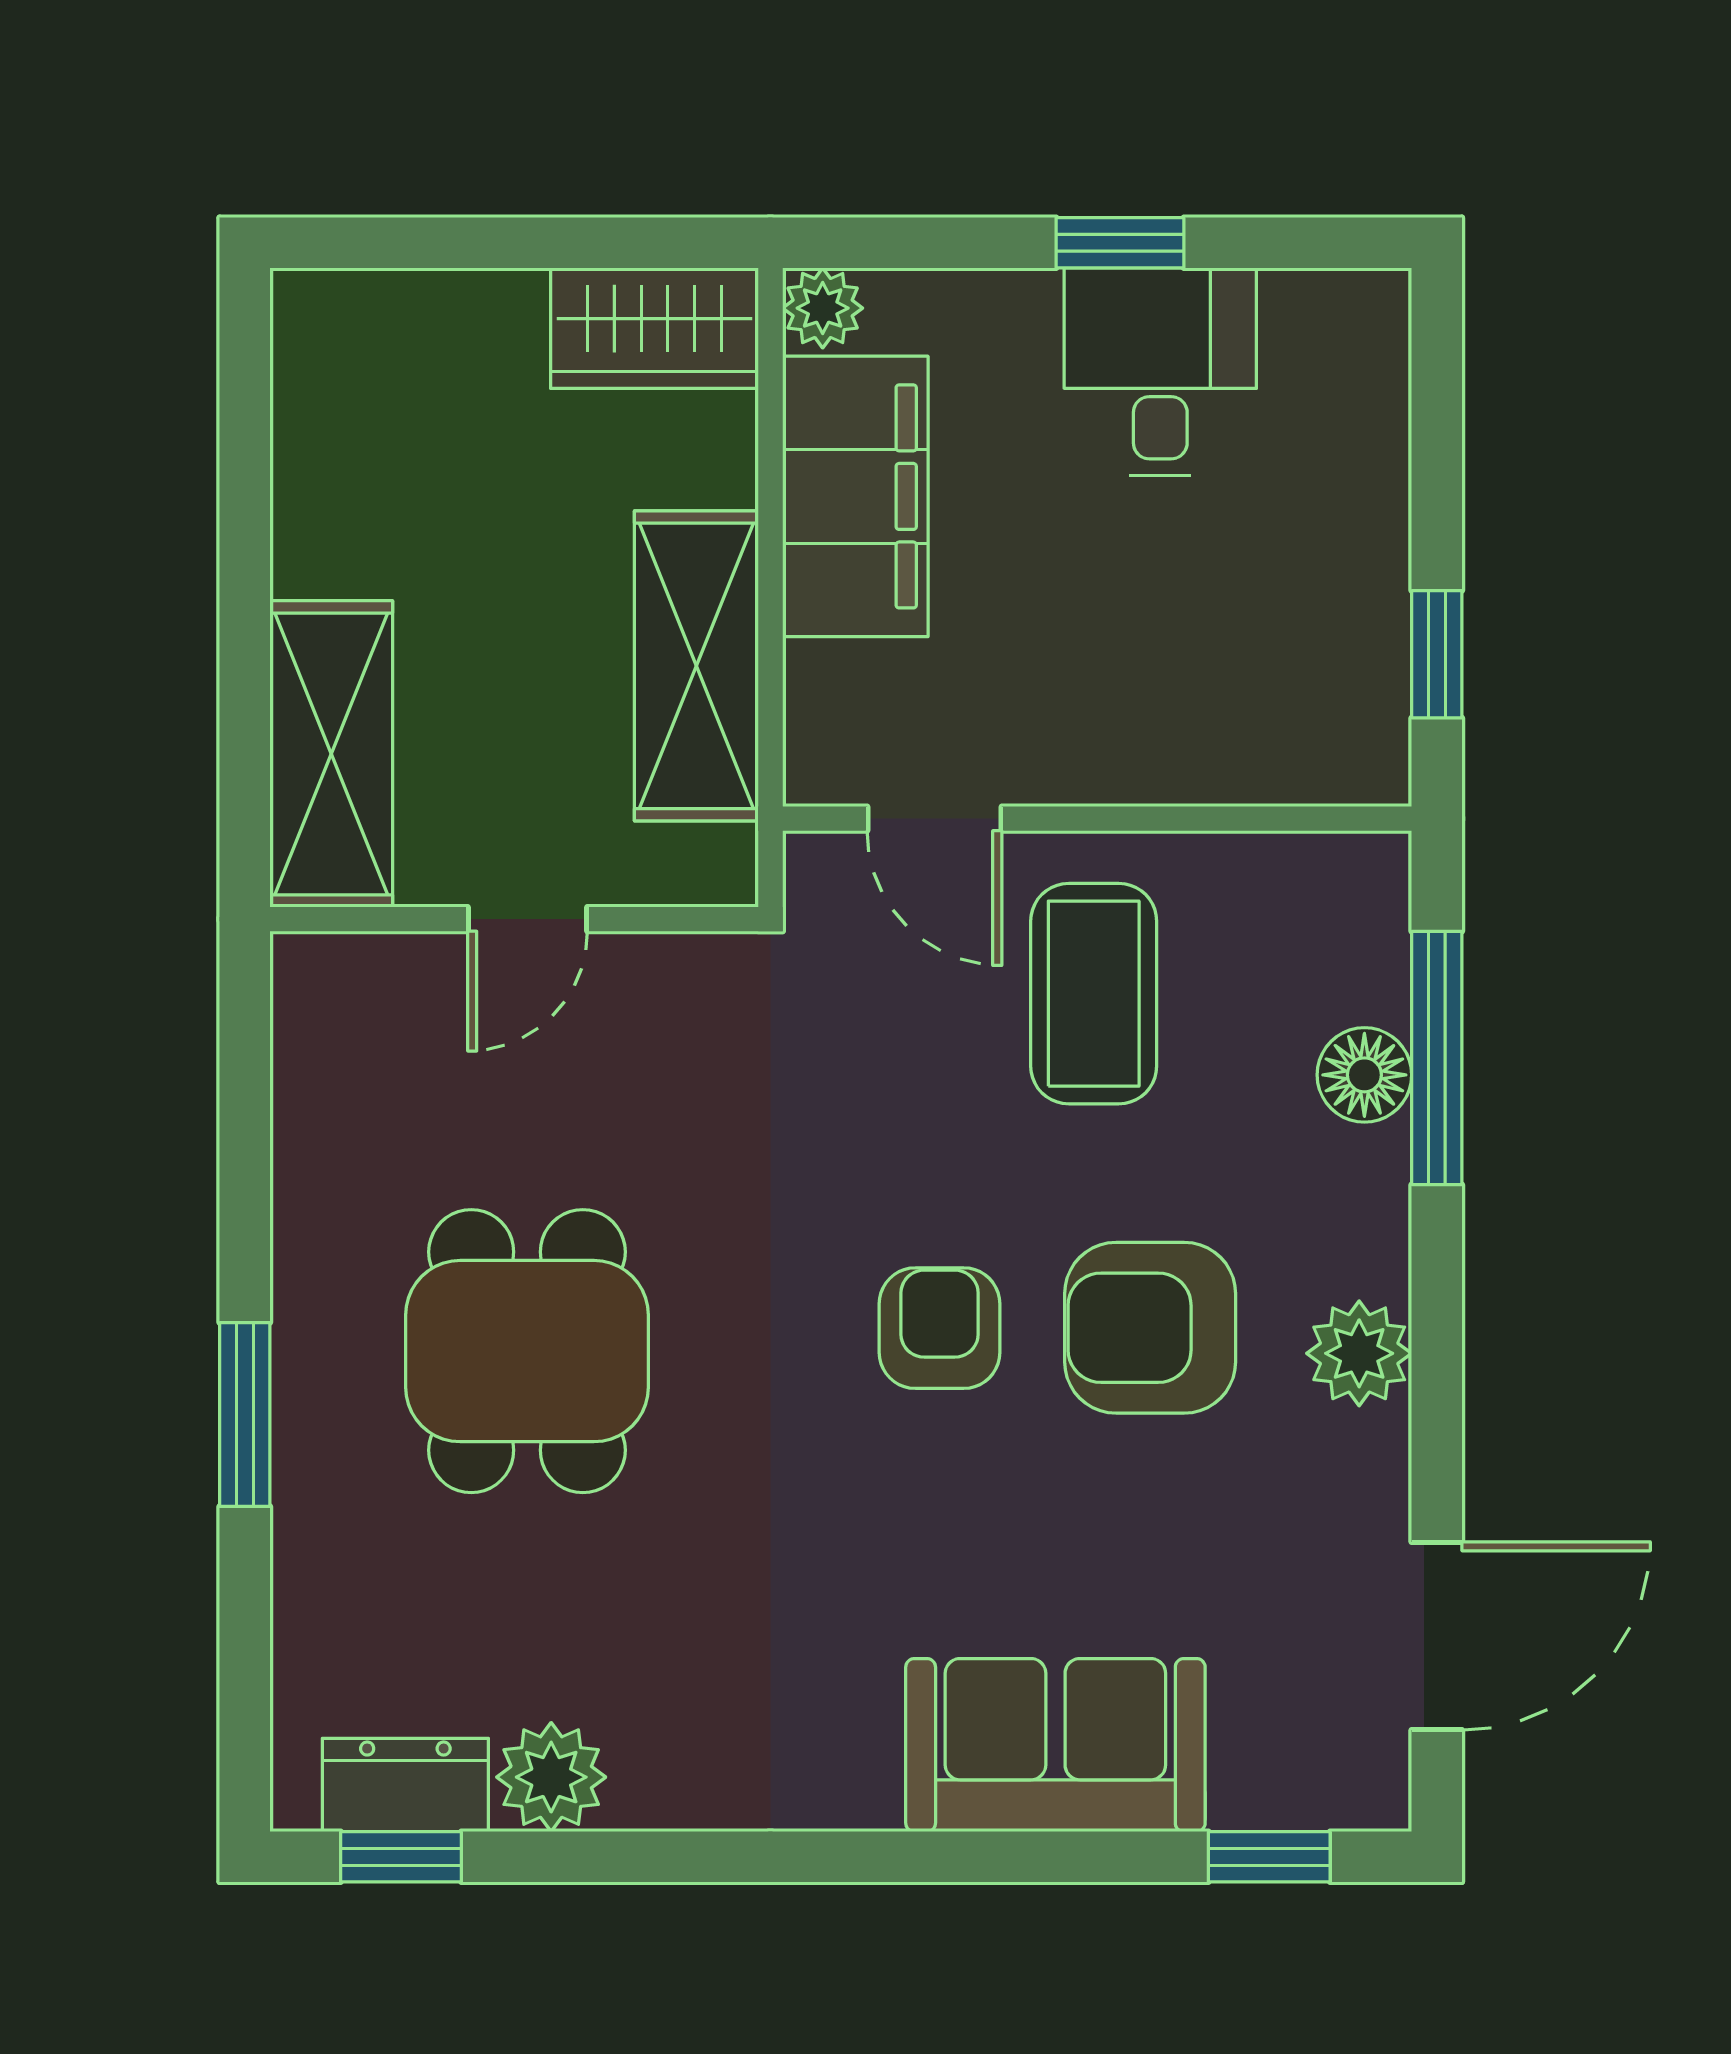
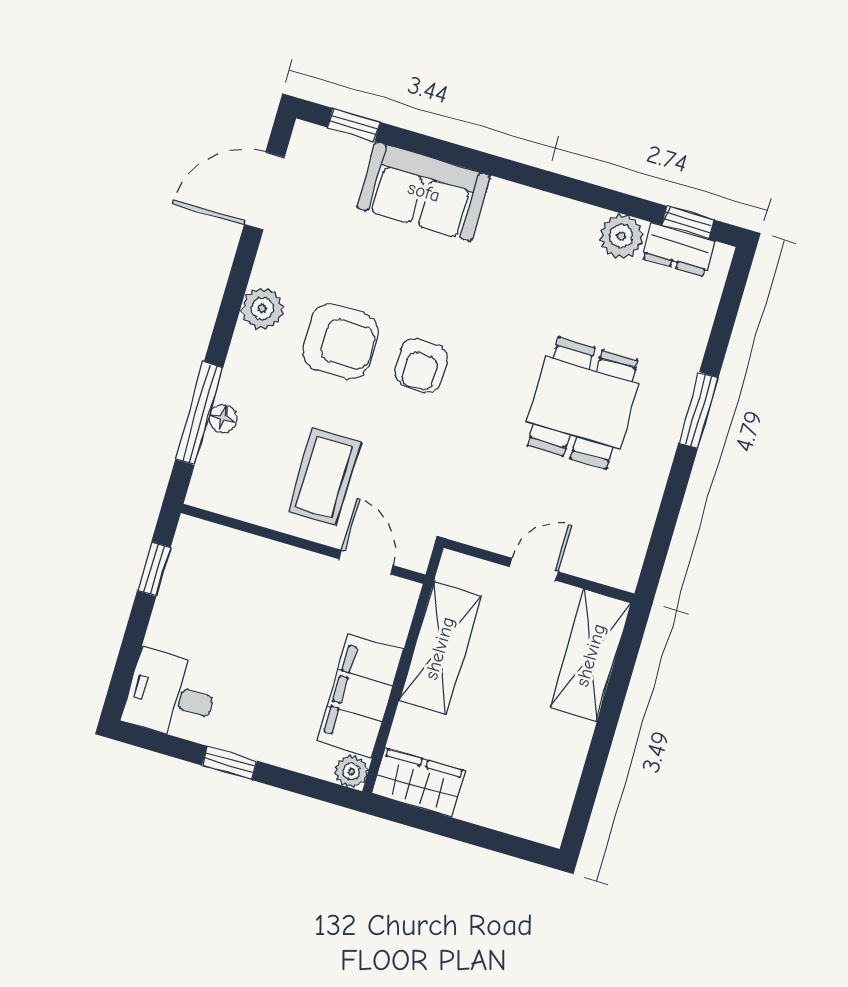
desk: (1160, 372) -> (171, 695), moved, turned 90
floor lamp: (1364, 1075) -> (223, 419), width x0.73, depth x0.73

